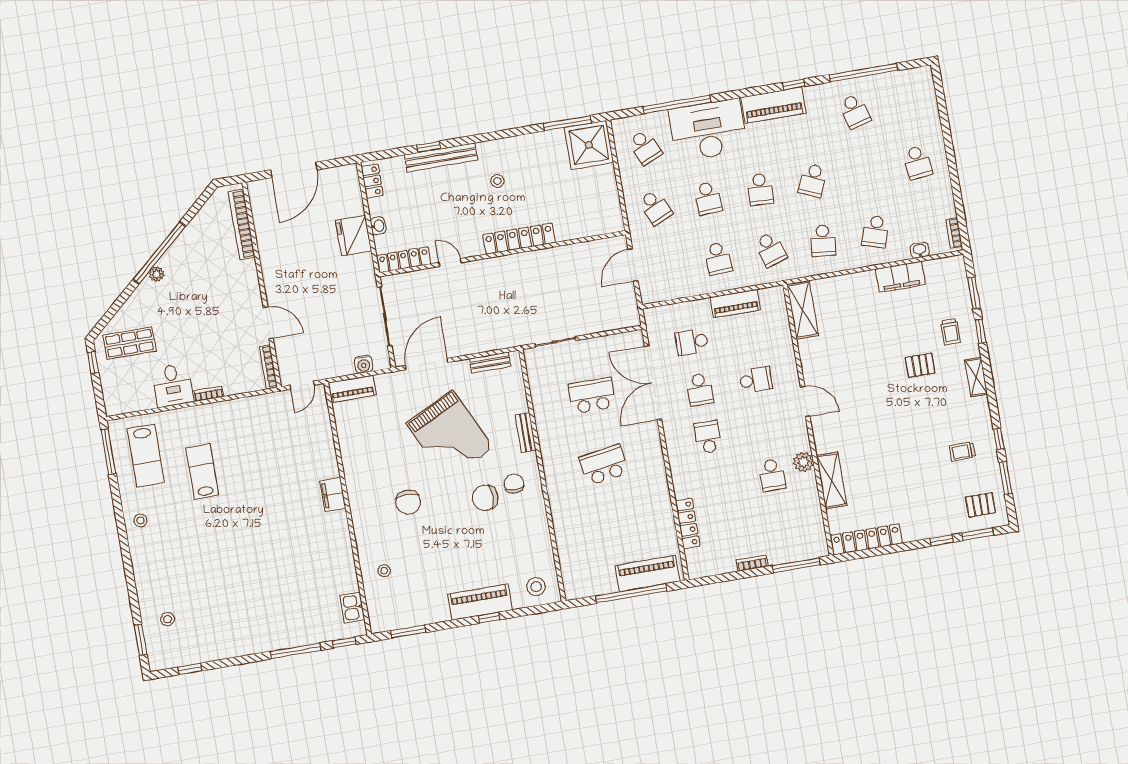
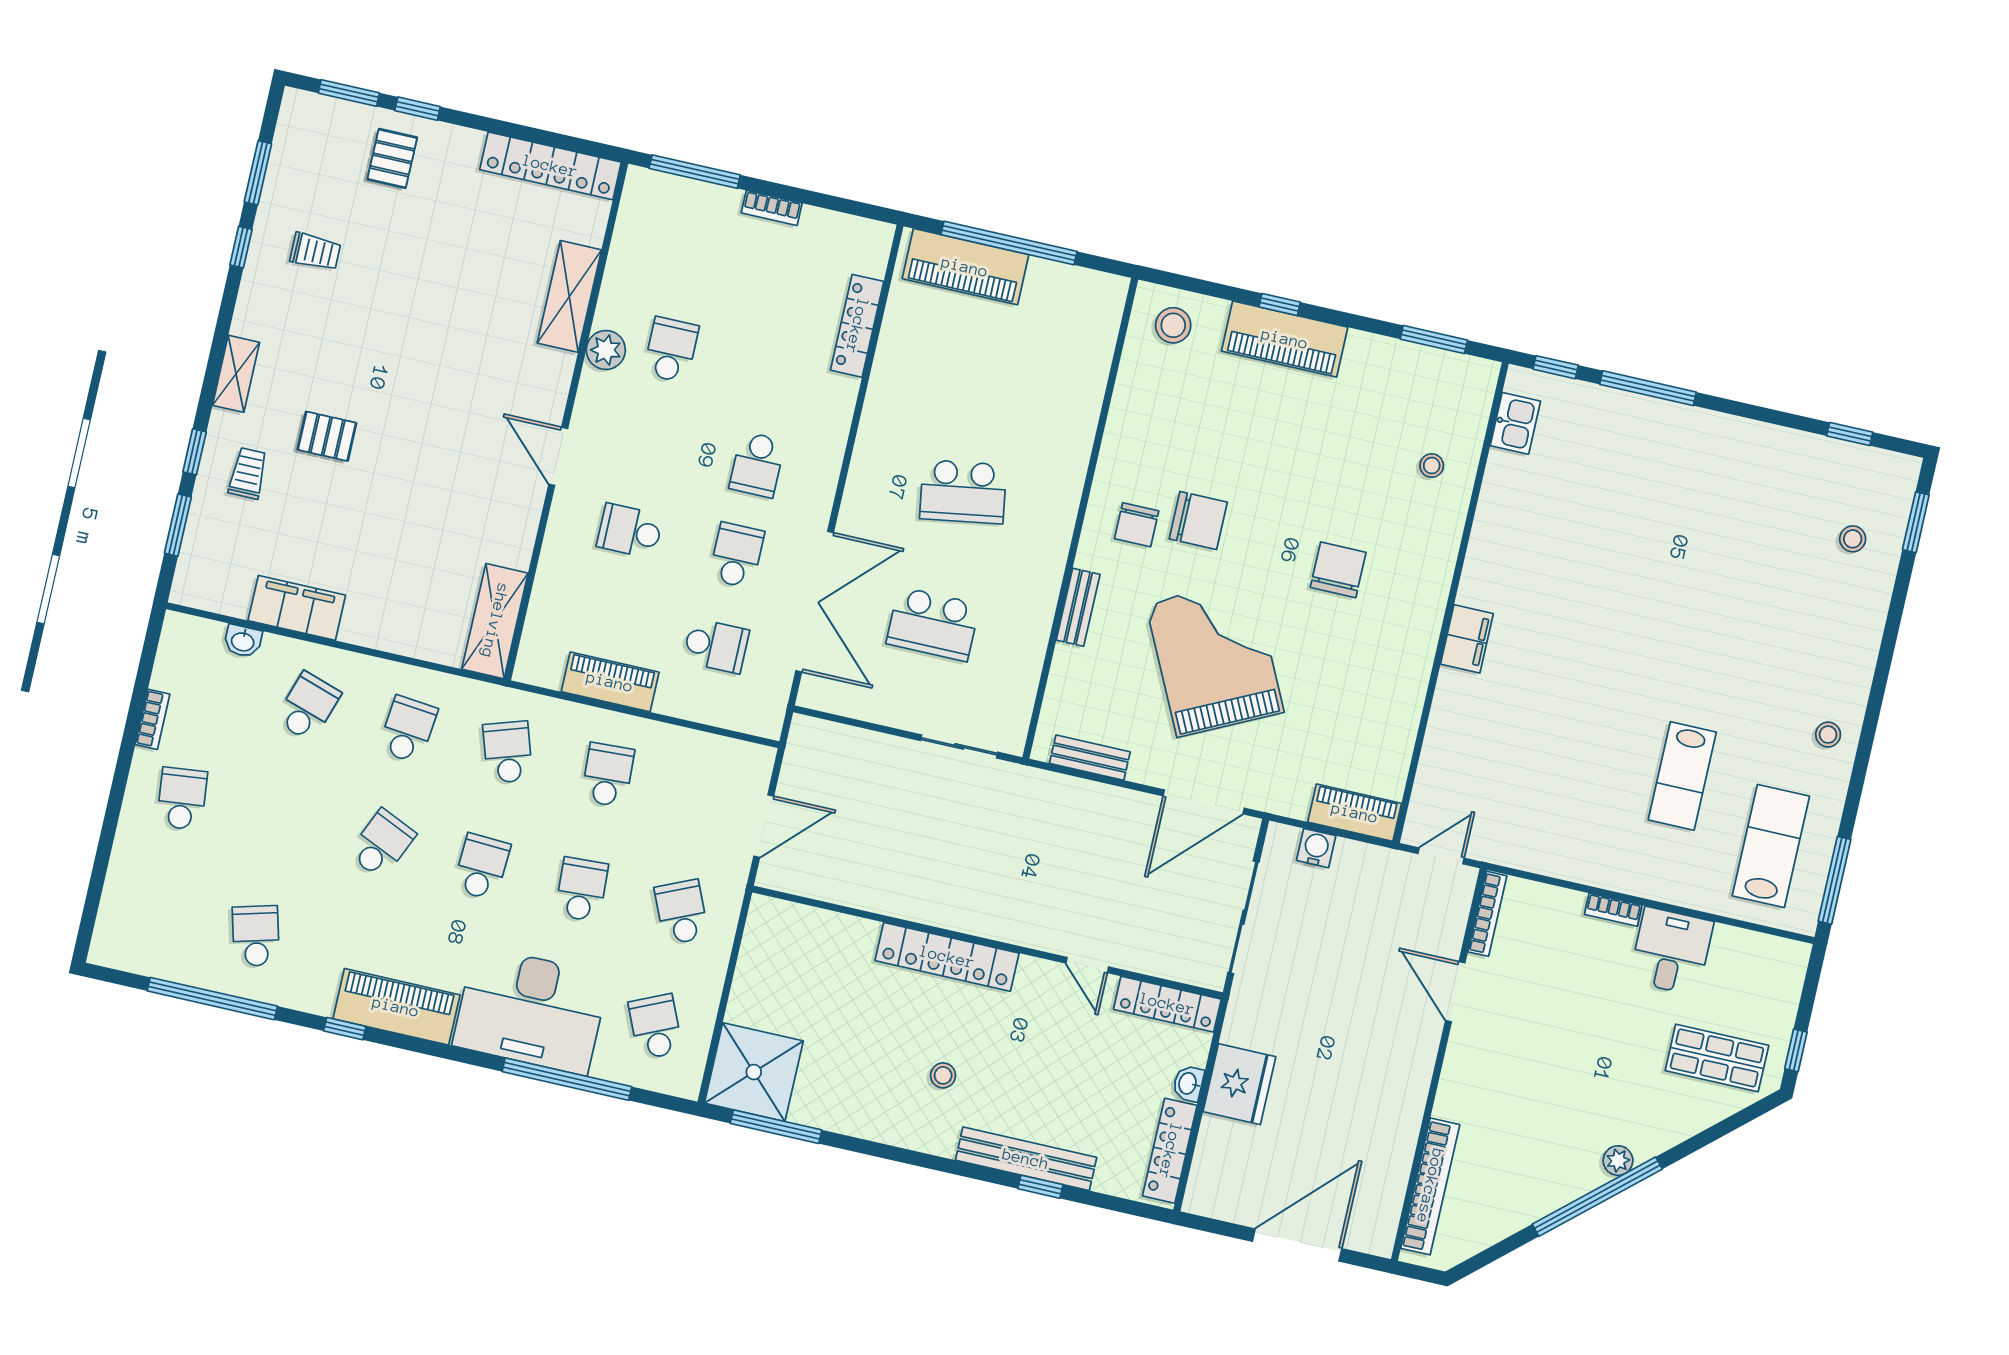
locker: (372, 181) -> (1170, 1151), width x1.53
bookcase: (954, 233) -> (153, 719), moved
pallet: (981, 505) -> (392, 158), moved, turned 90

